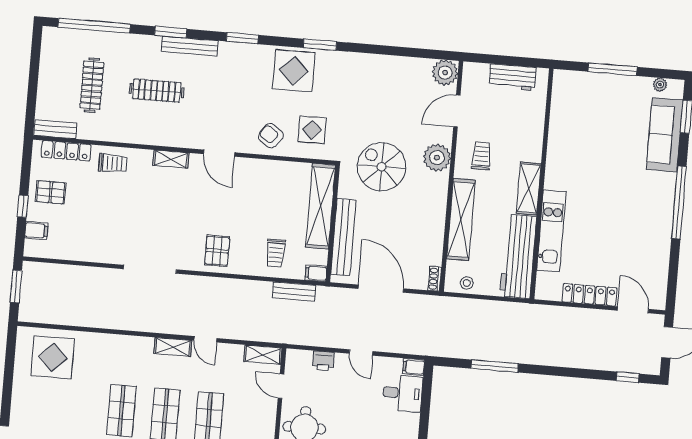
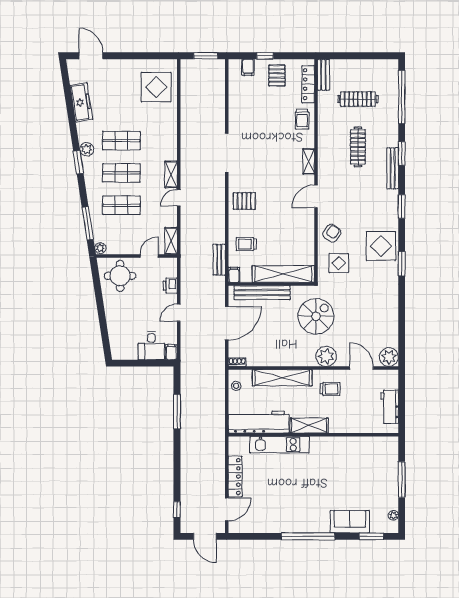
sofa: (665, 135) -> (350, 522), width x0.73

